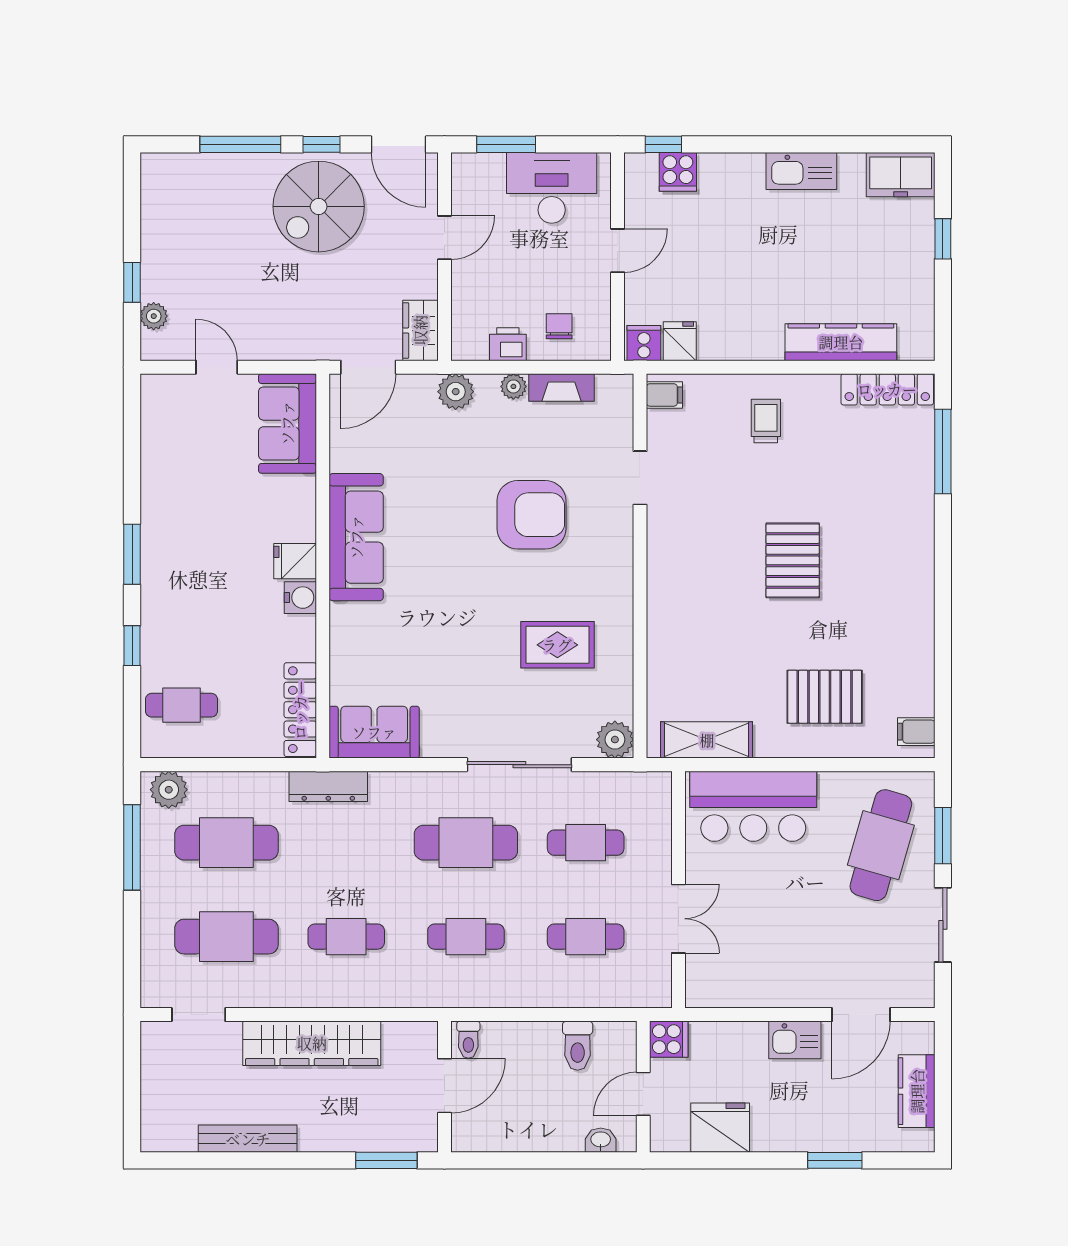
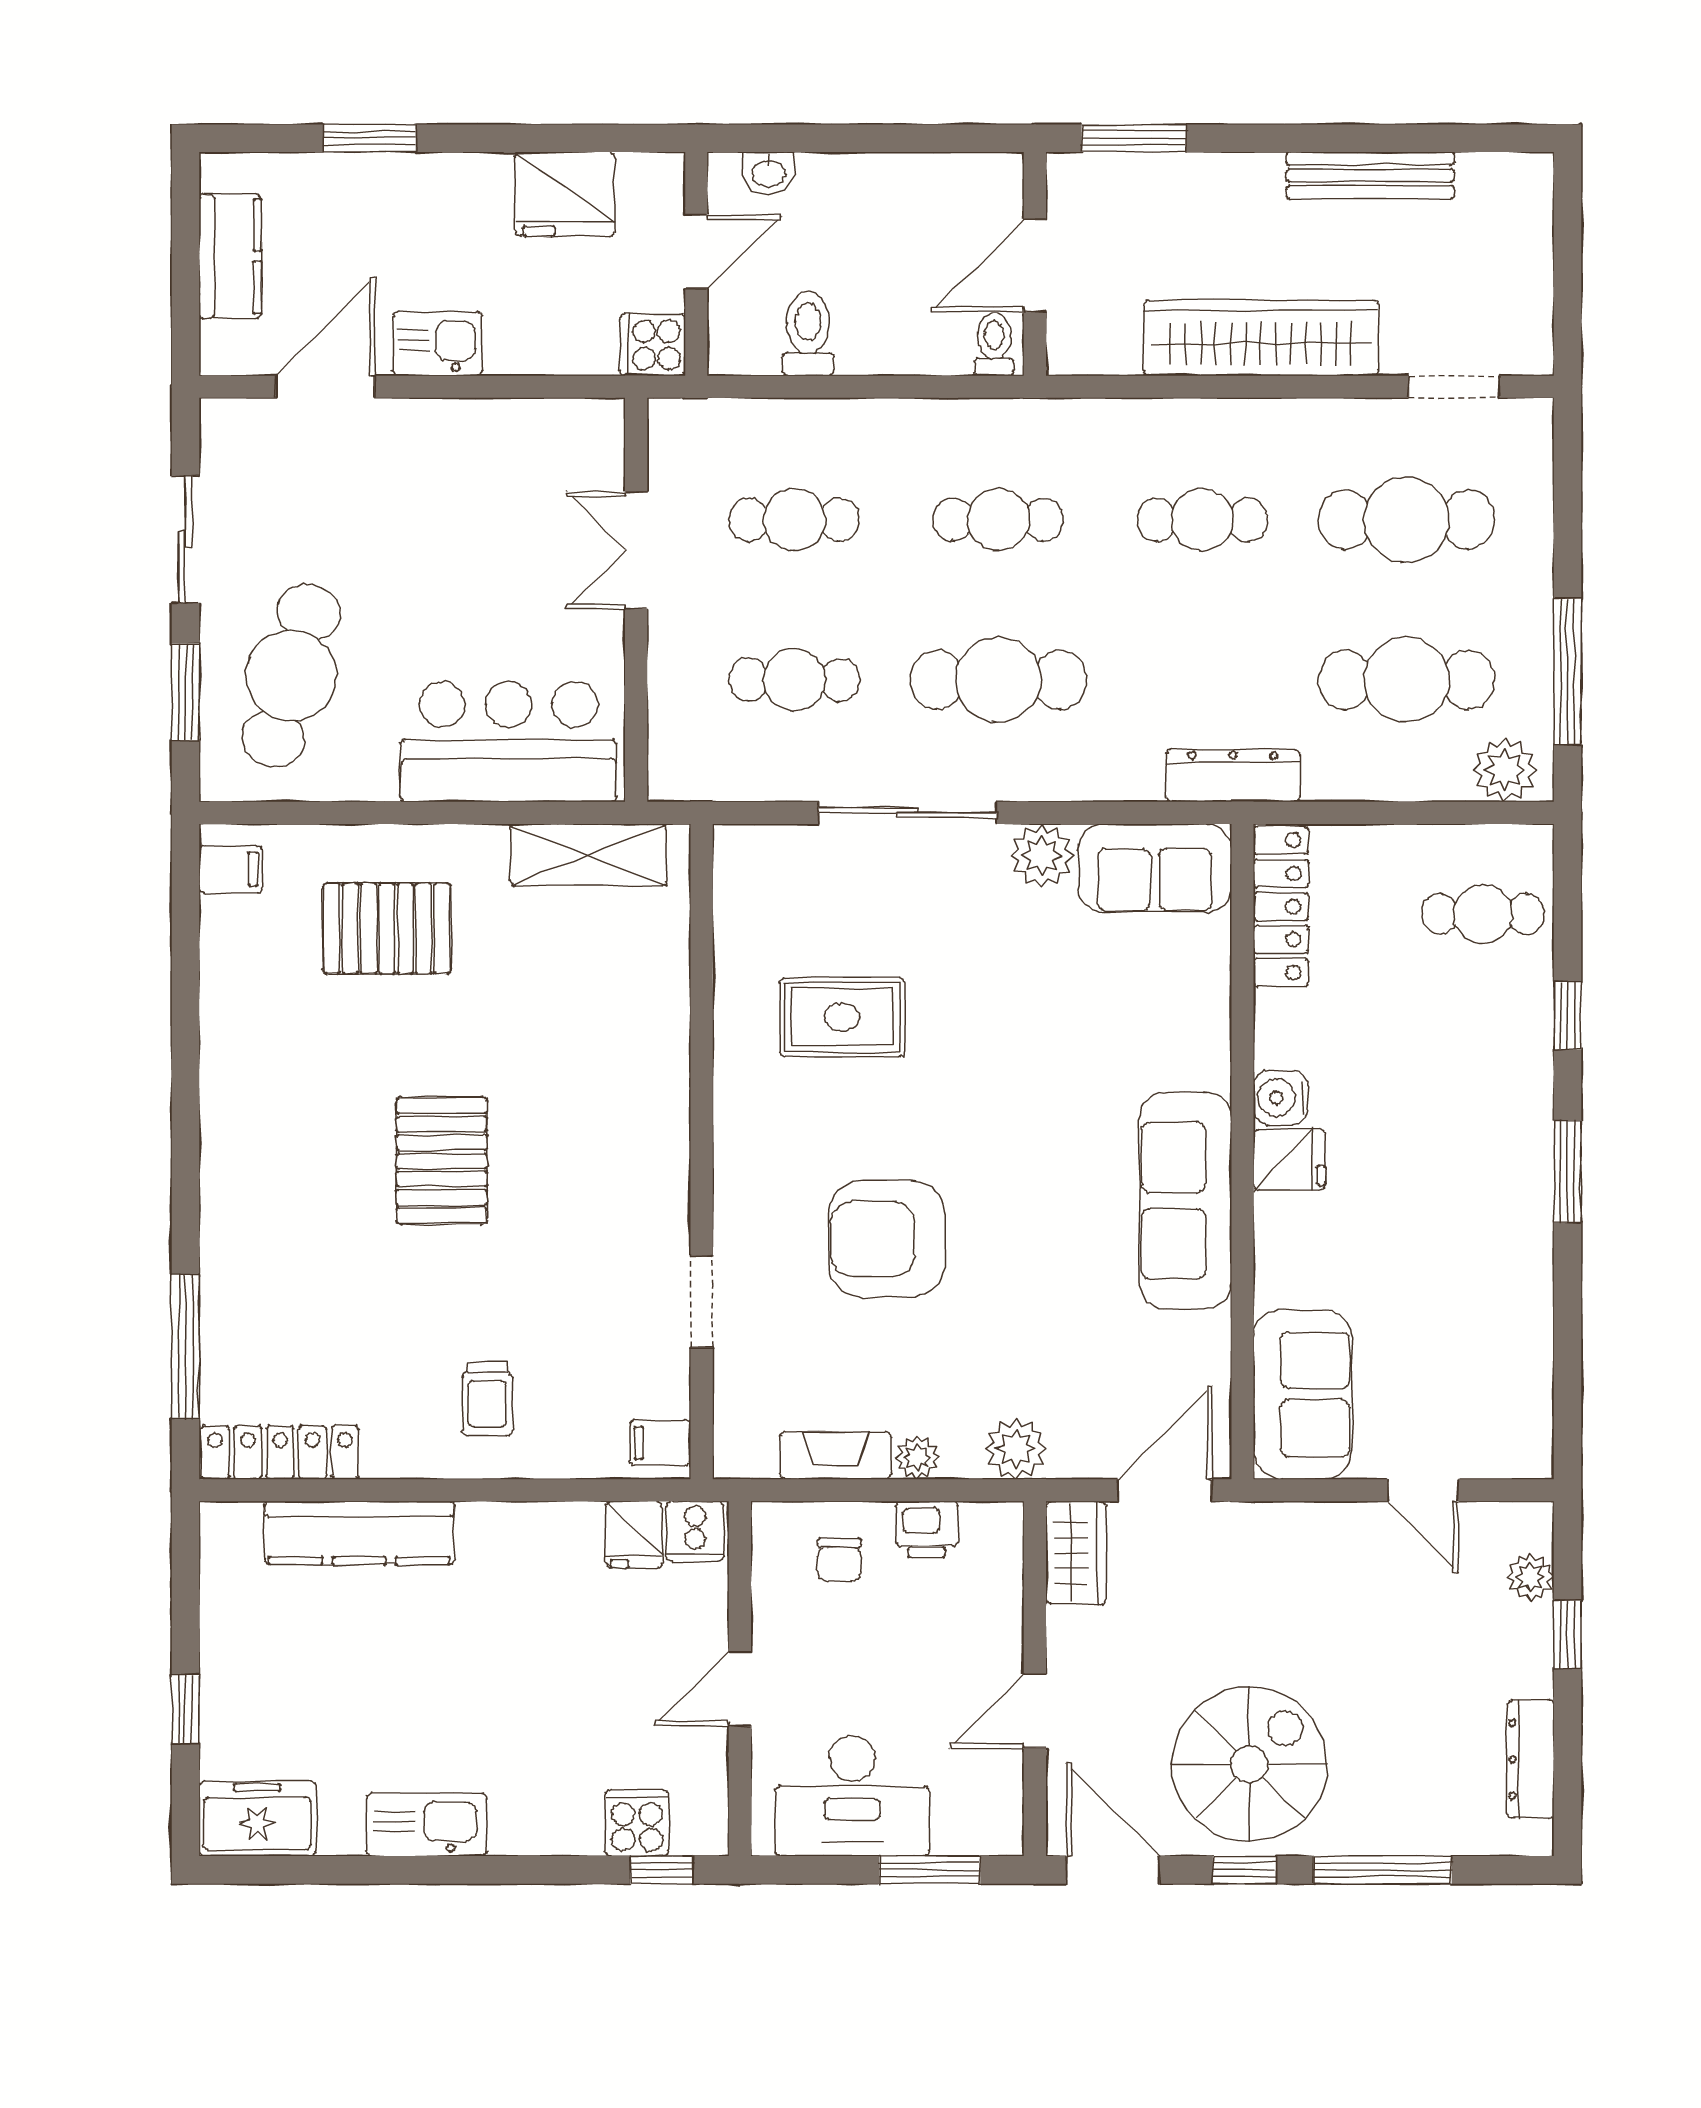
dresser: (154, 209) -> (1531, 1759), added
plant: (615, 740) -> (1042, 856), moved

